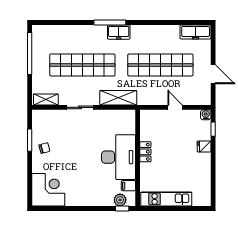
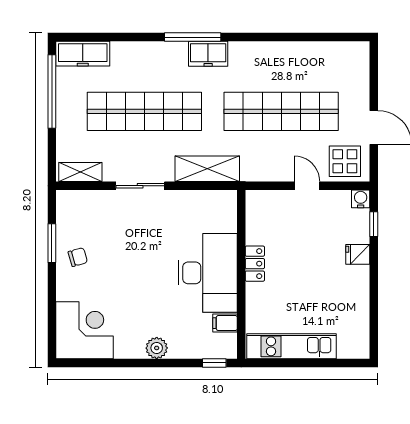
freezer: (196, 32) -> (83, 54), moved
display table: (197, 93) -> (345, 161), added
plant: (120, 200) -> (157, 348), moved

